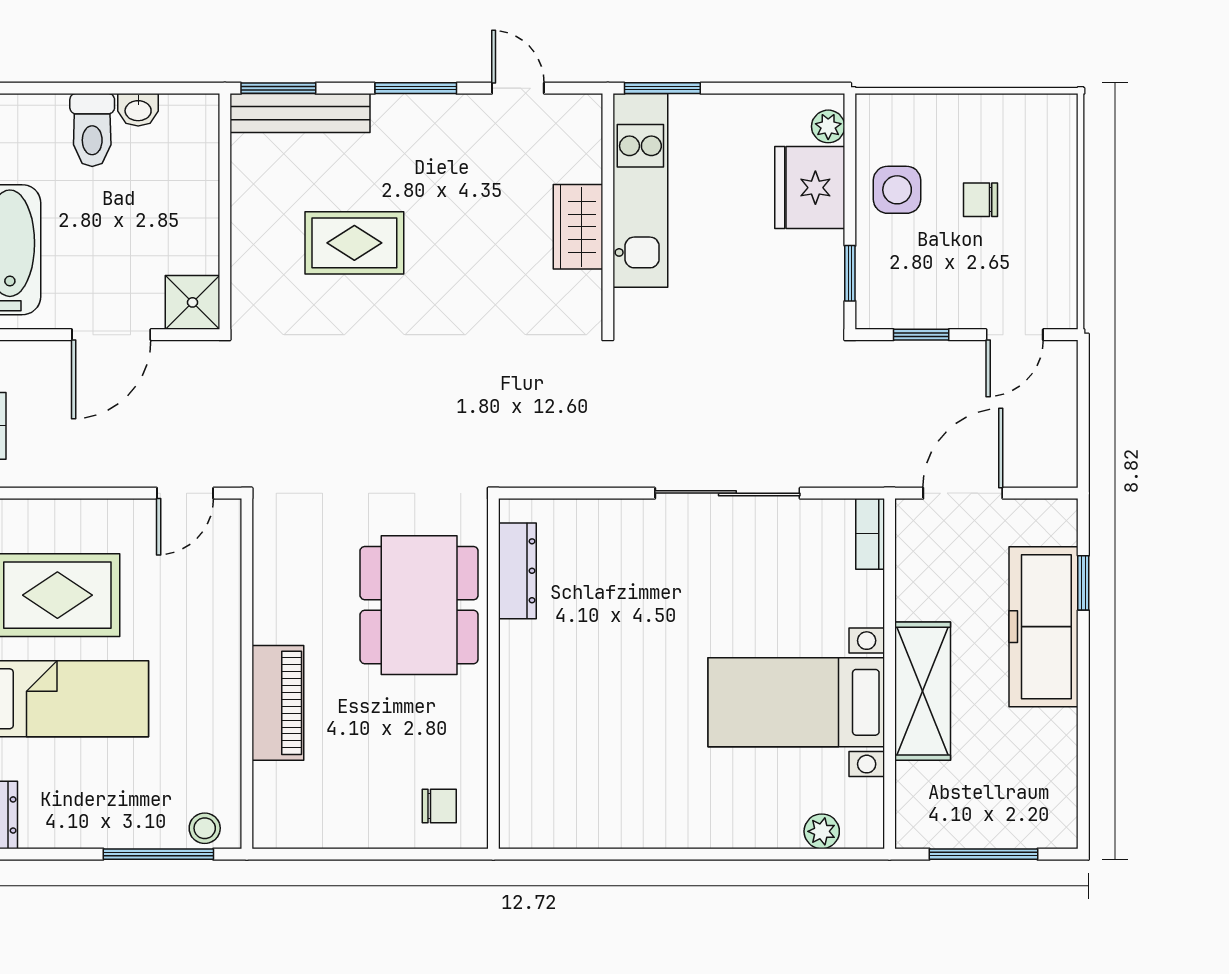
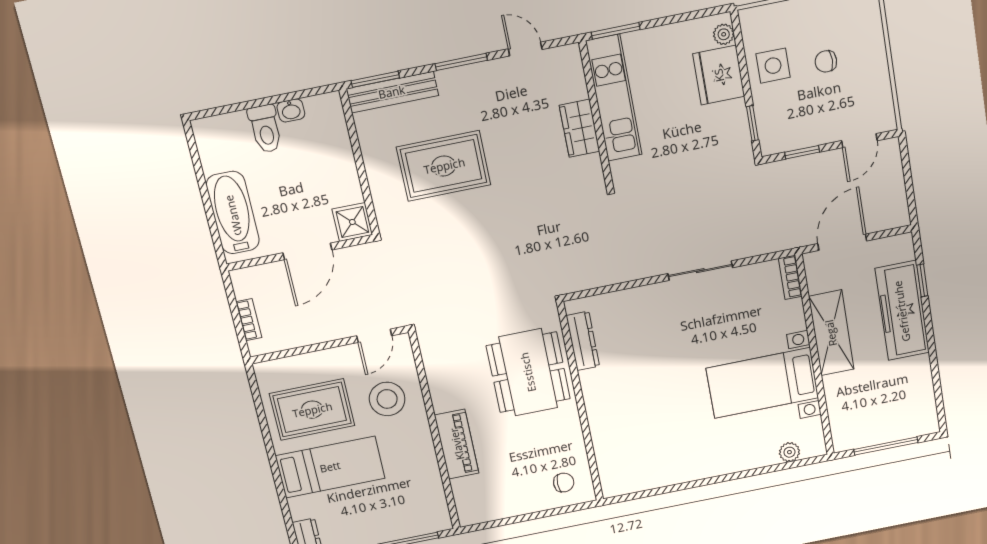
rug: (354, 243) -> (444, 166), width x1.36, depth x1.43
sliding door: (727, 493) -> (700, 271), width x0.73
shelving: (923, 691) -> (831, 333), moved
stool: (205, 828) -> (387, 399), moved, width x1.89, depth x1.89

